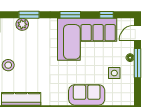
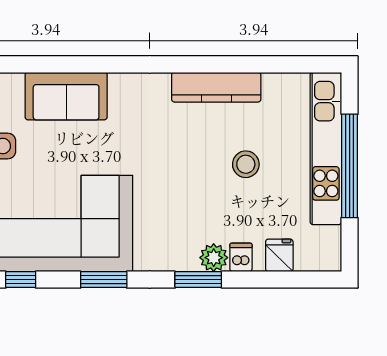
dishwasher: (10, 24) -> (241, 257), added

